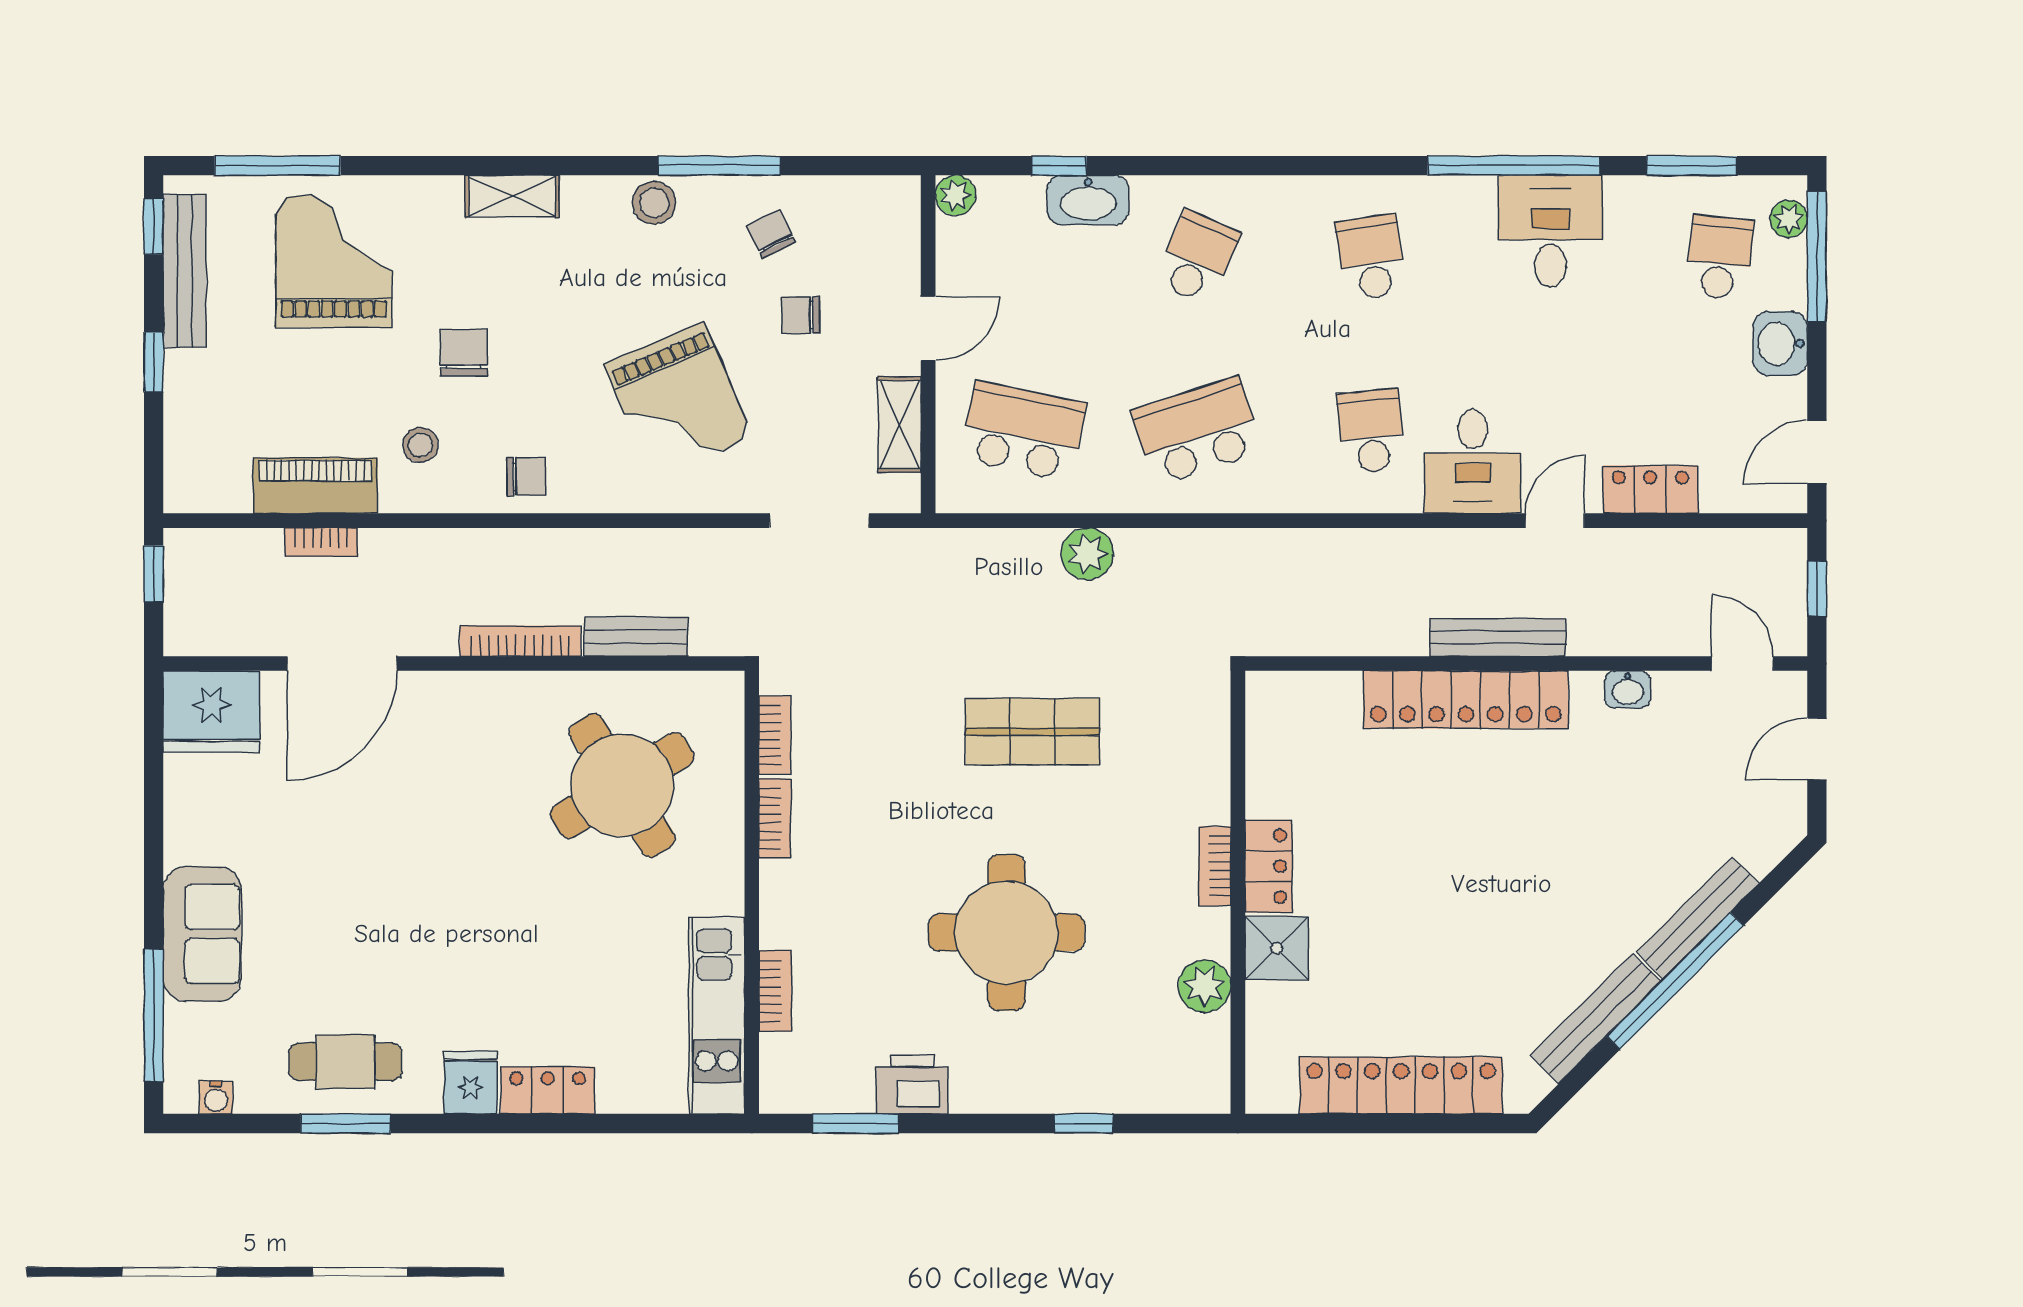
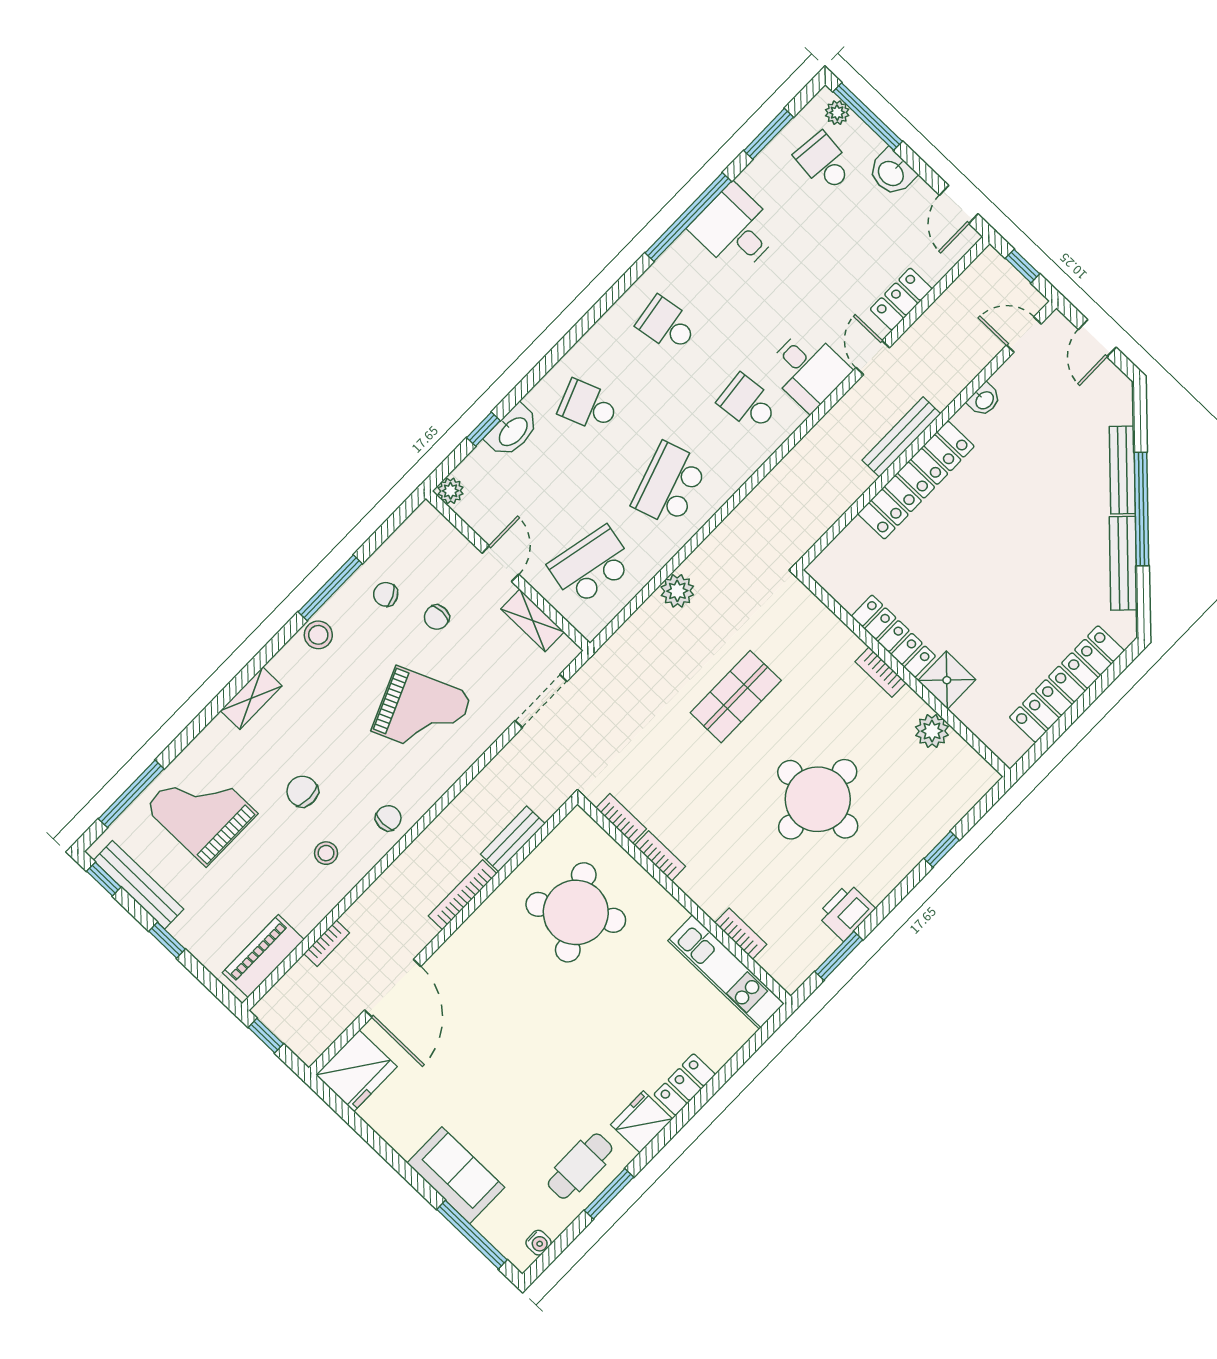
school desk: (1197, 257) -> (589, 406), turned -45
piano: (315, 486) -> (263, 956), moved
locker: (1268, 866) -> (893, 636), width x1.53
fridge: (471, 1083) -> (642, 1122), width x1.38

